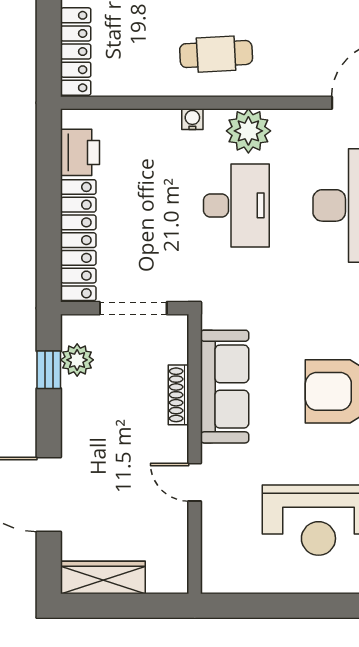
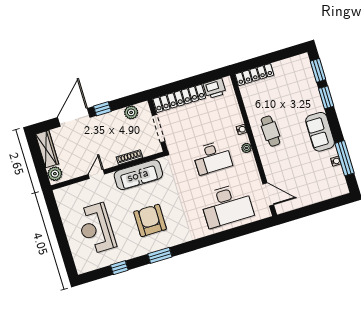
plant: (248, 131) -> (247, 148), width x0.53, depth x0.53
window: (49, 370) -> (102, 109), moved
plant: (165, 577) -> (55, 174), added

